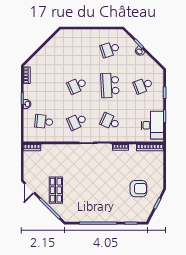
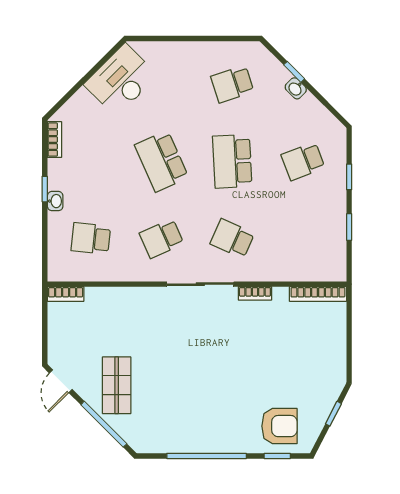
school desk: (77, 85) -> (162, 161), width x1.85
desk: (152, 125) -> (121, 80), moved, turned -135
armchair: (138, 189) -> (279, 426), moved

